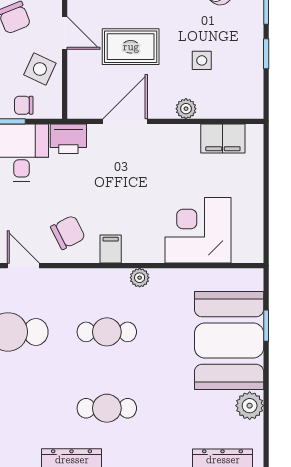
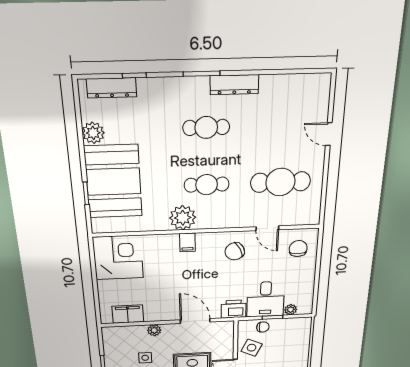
door: (125, 121) -> (195, 321), swing flipped
corner desk: (198, 230) -> (118, 258), moved, turned -90
filing cabinet: (111, 249) -> (187, 242), moved
plant: (140, 278) -> (183, 218), width x1.88, depth x1.88

